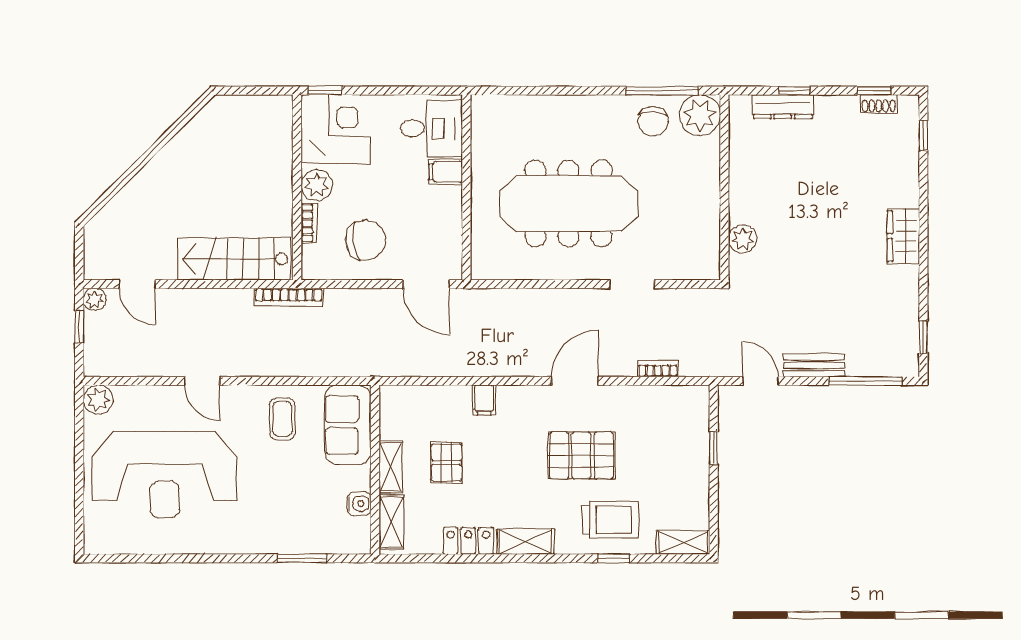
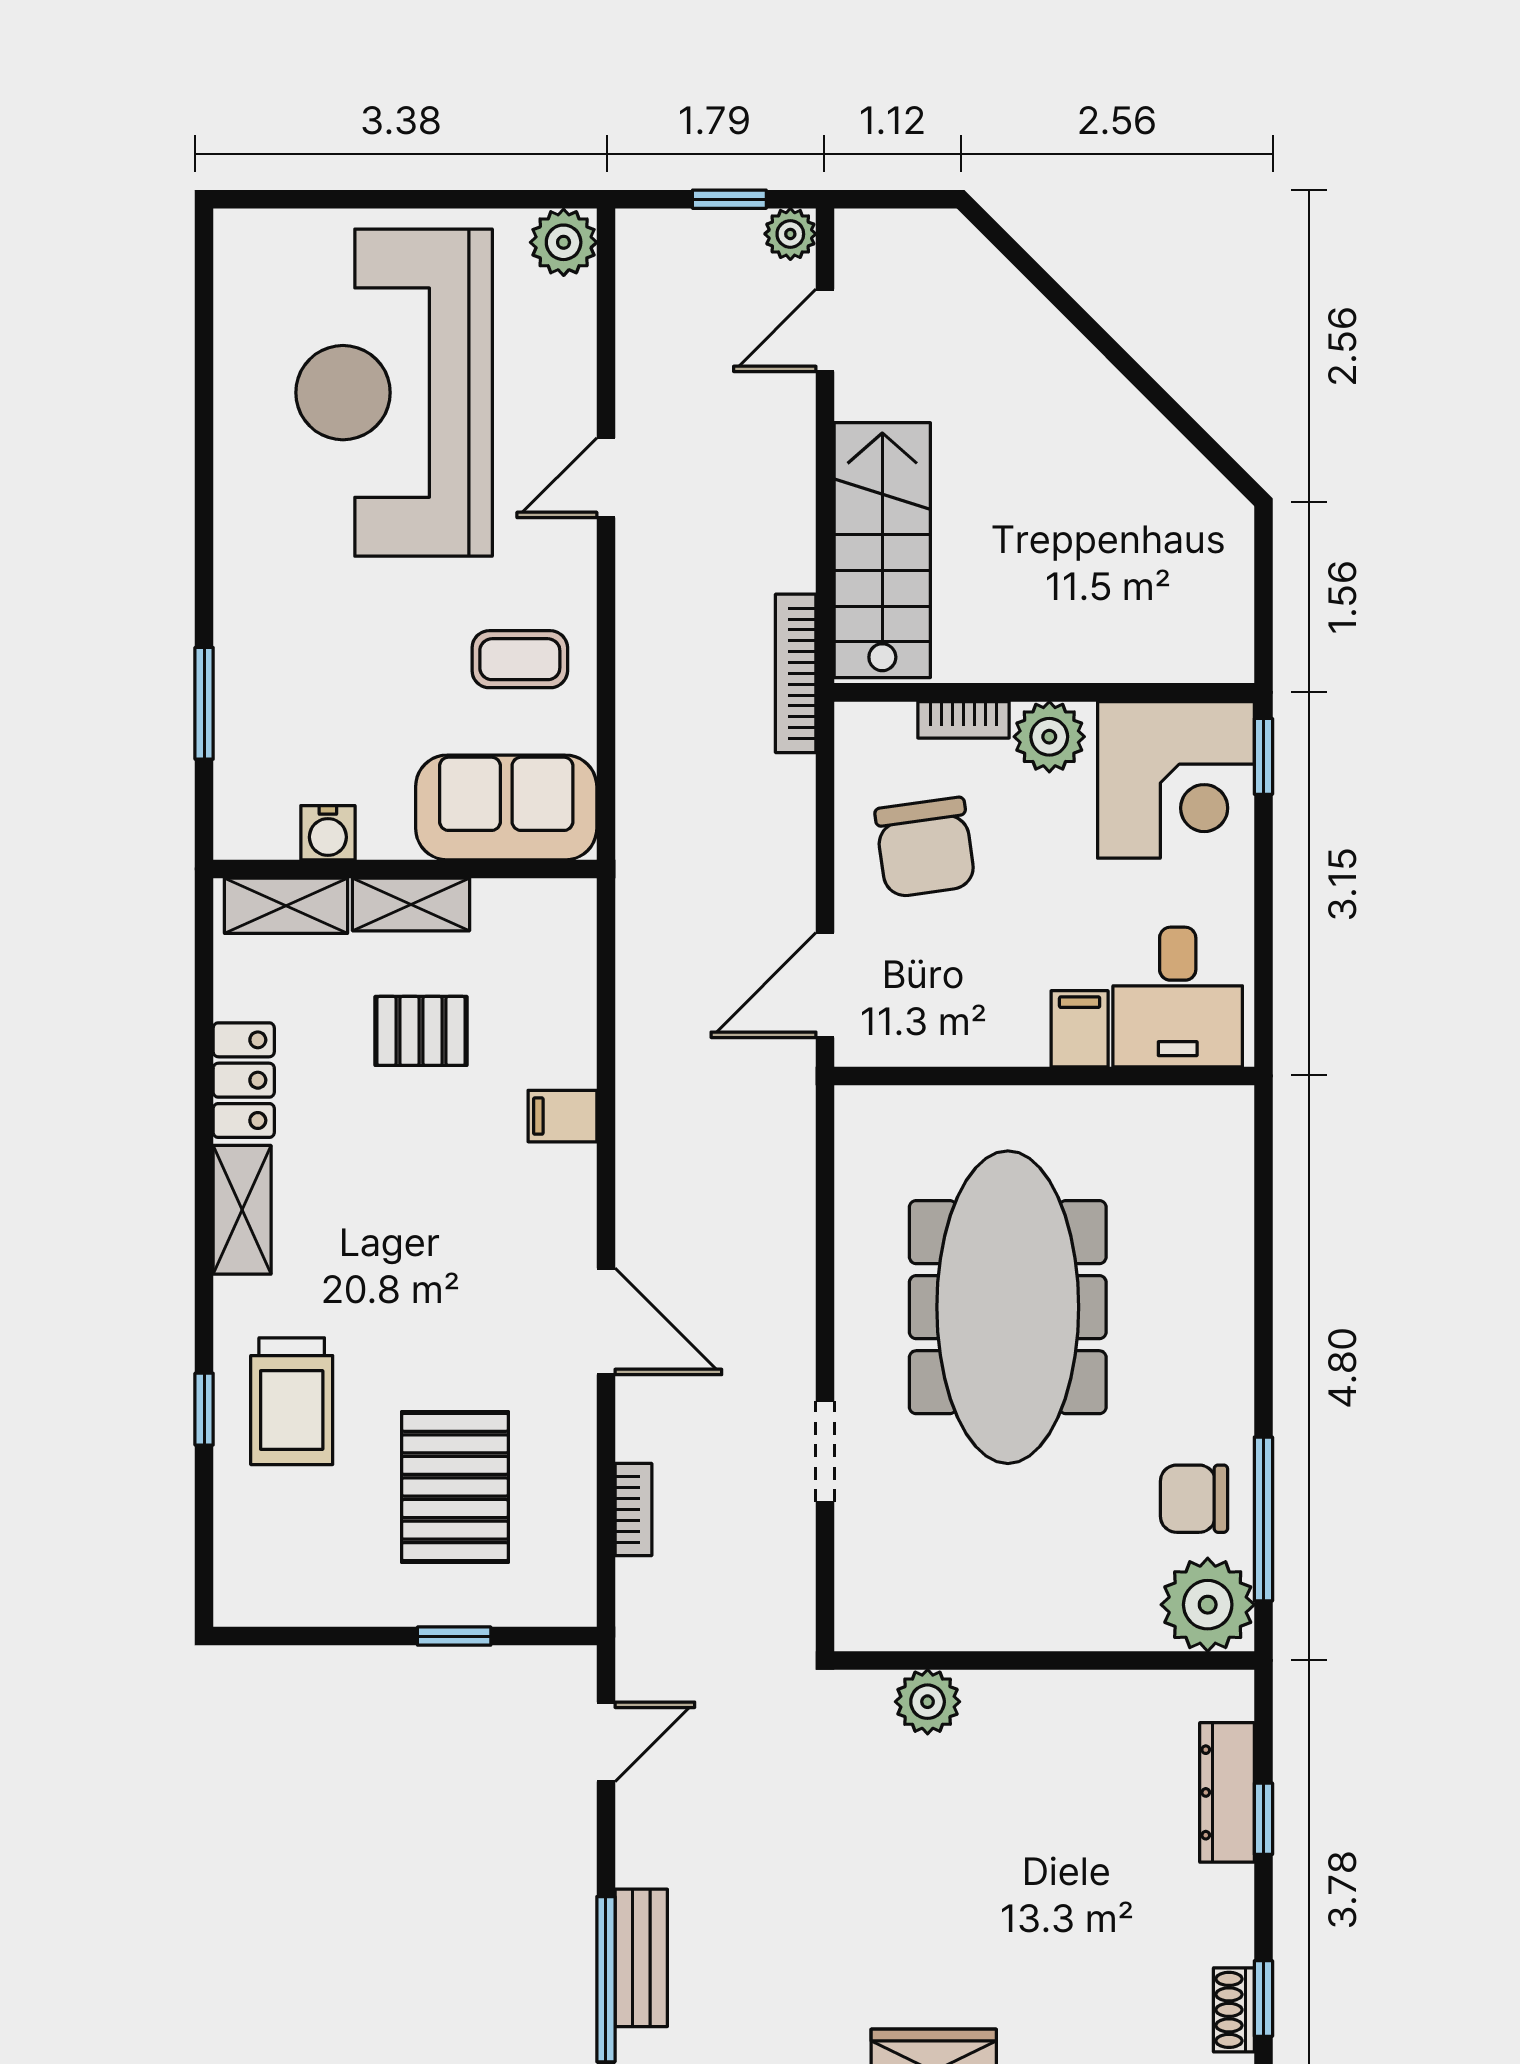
bench: (814, 365) -> (641, 1958), moved
pallet: (581, 455) -> (455, 1487), moved
shelving: (683, 542) -> (240, 1567), removed

